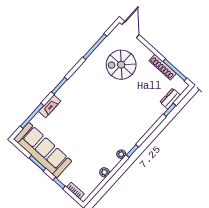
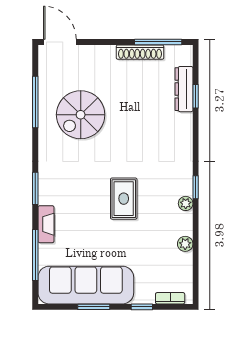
spiral stairs: (121, 65) -> (81, 115), moved
dresser: (170, 99) -> (184, 89), width x1.44
rug: (95, 127) -> (124, 199), added

